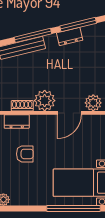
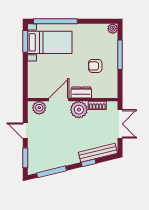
window: (33, 35) -> (89, 163), width x0.46
dresser: (70, 37) -> (59, 162), removed
dresser: (17, 121) -> (81, 93), moved

